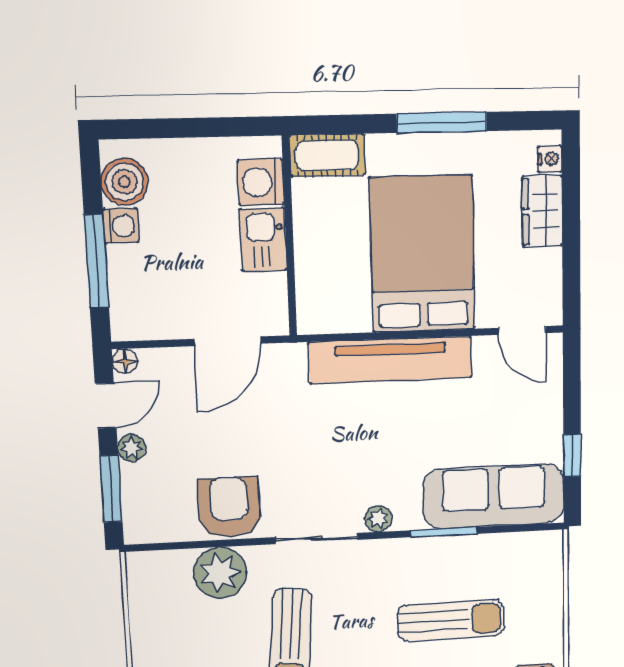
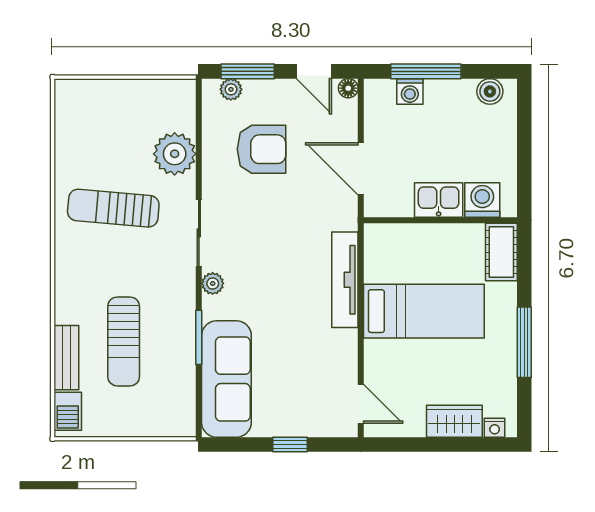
boiler: (124, 182) -> (490, 91), width x0.73, depth x0.73
washing machine: (121, 226) -> (410, 91), moved
bed: (422, 254) -> (424, 311), width x0.67
door: (522, 331) -> (361, 404), swing flipped
tv unit: (390, 360) -> (345, 280), width x0.73, depth x0.78
plant: (132, 448) -> (231, 89), moved
window: (572, 455) -> (290, 445), moved
armchair: (229, 507) -> (262, 149), moved

